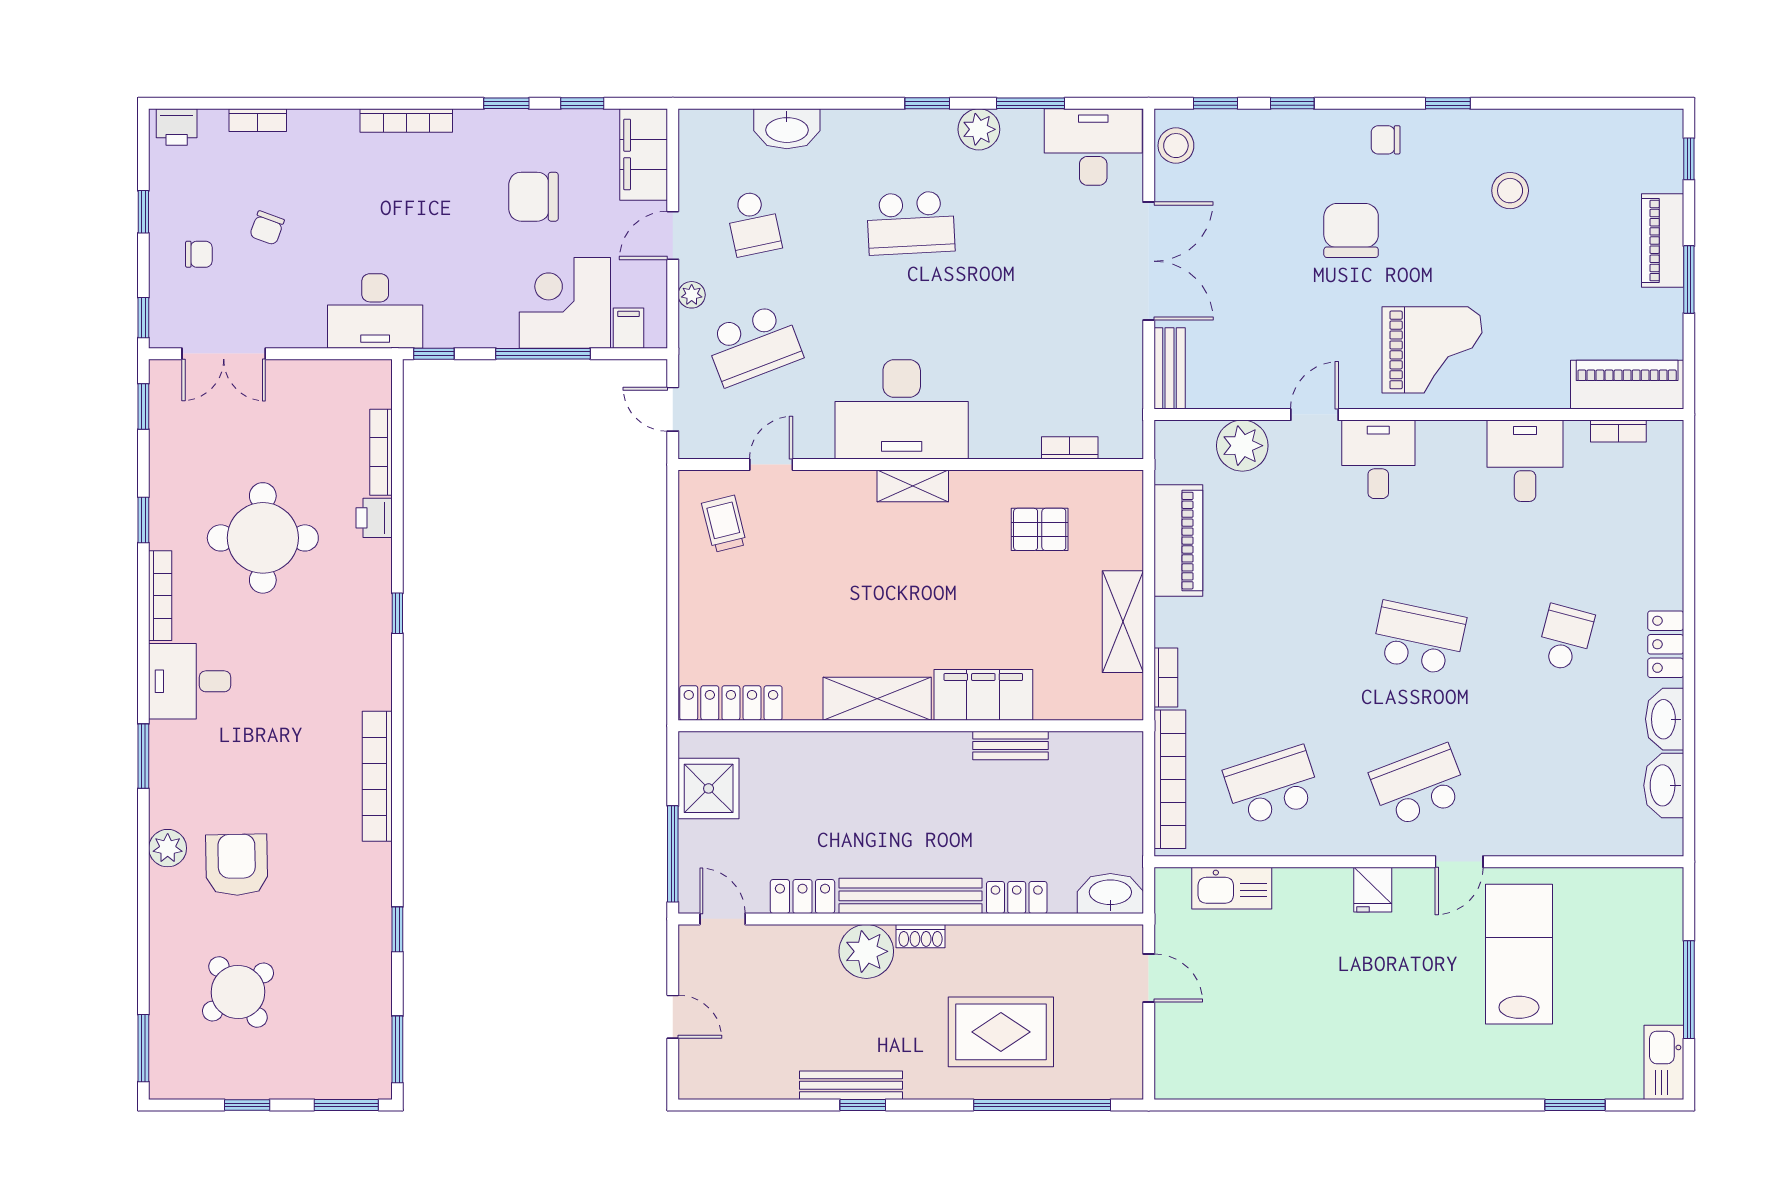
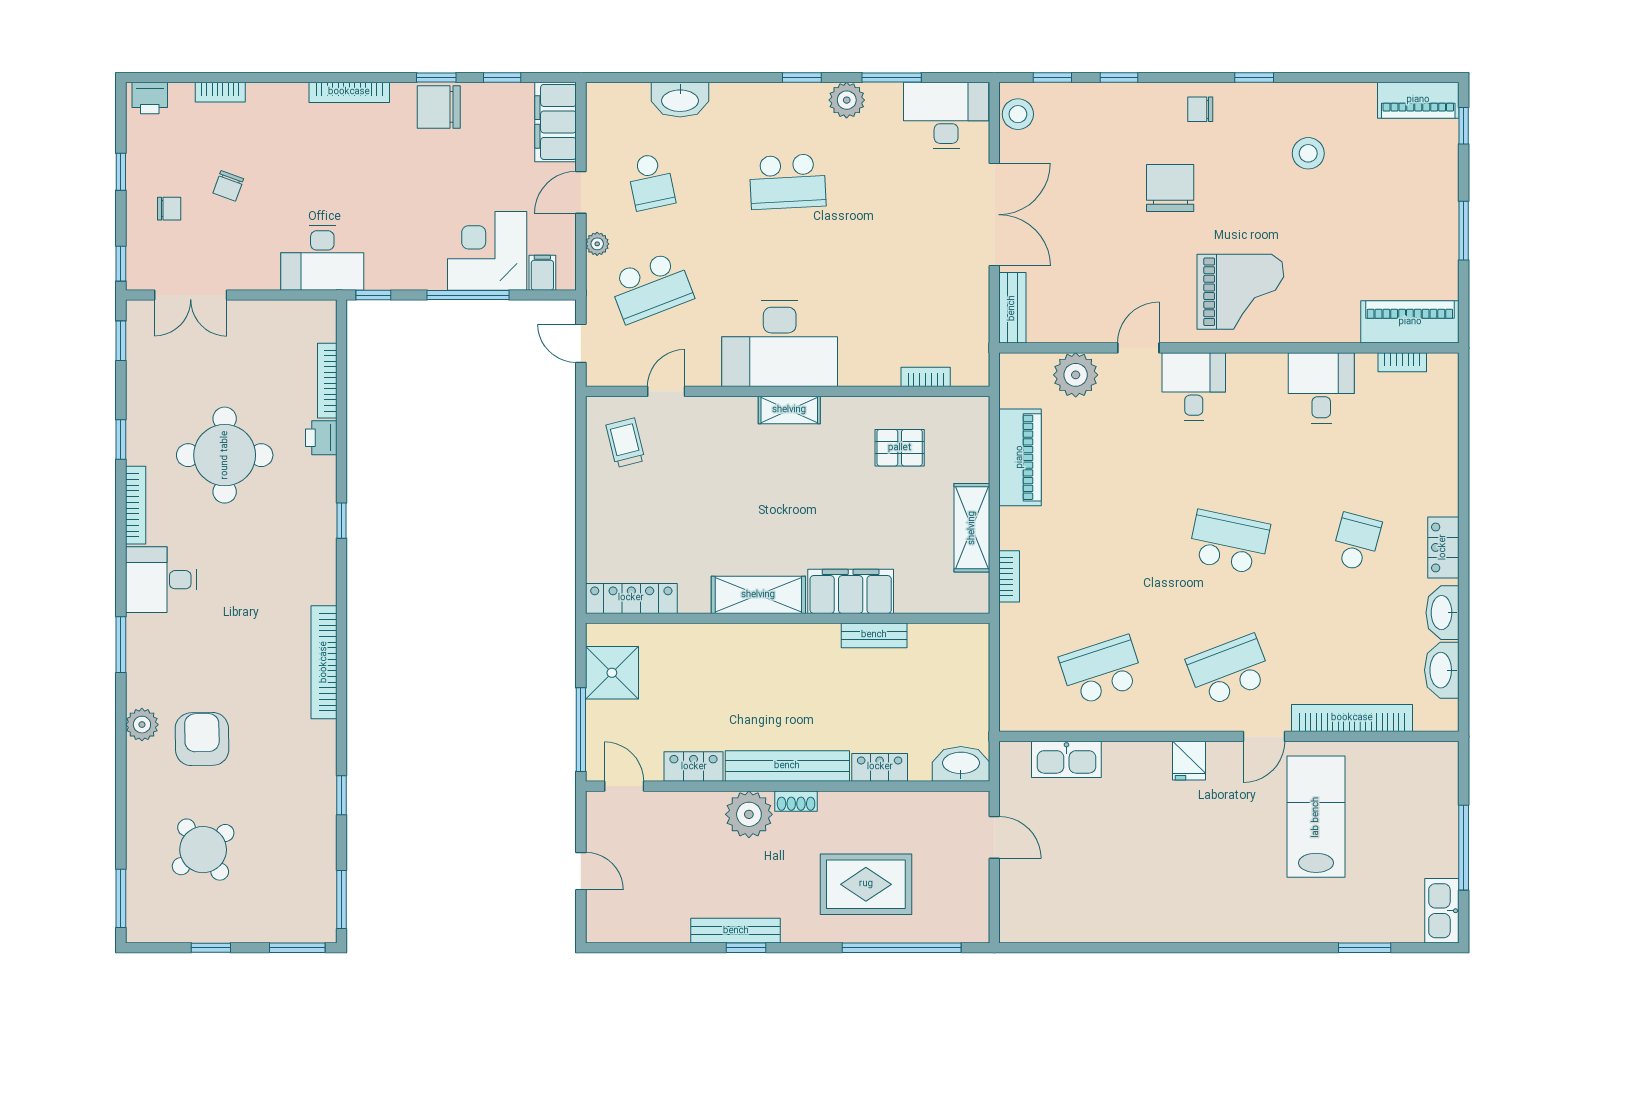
chair: (534, 197) -> (439, 107), moved
piano: (1663, 241) -> (1418, 100), moved, turned -90
bookcase: (1170, 779) -> (1352, 718), moved, turned -90

